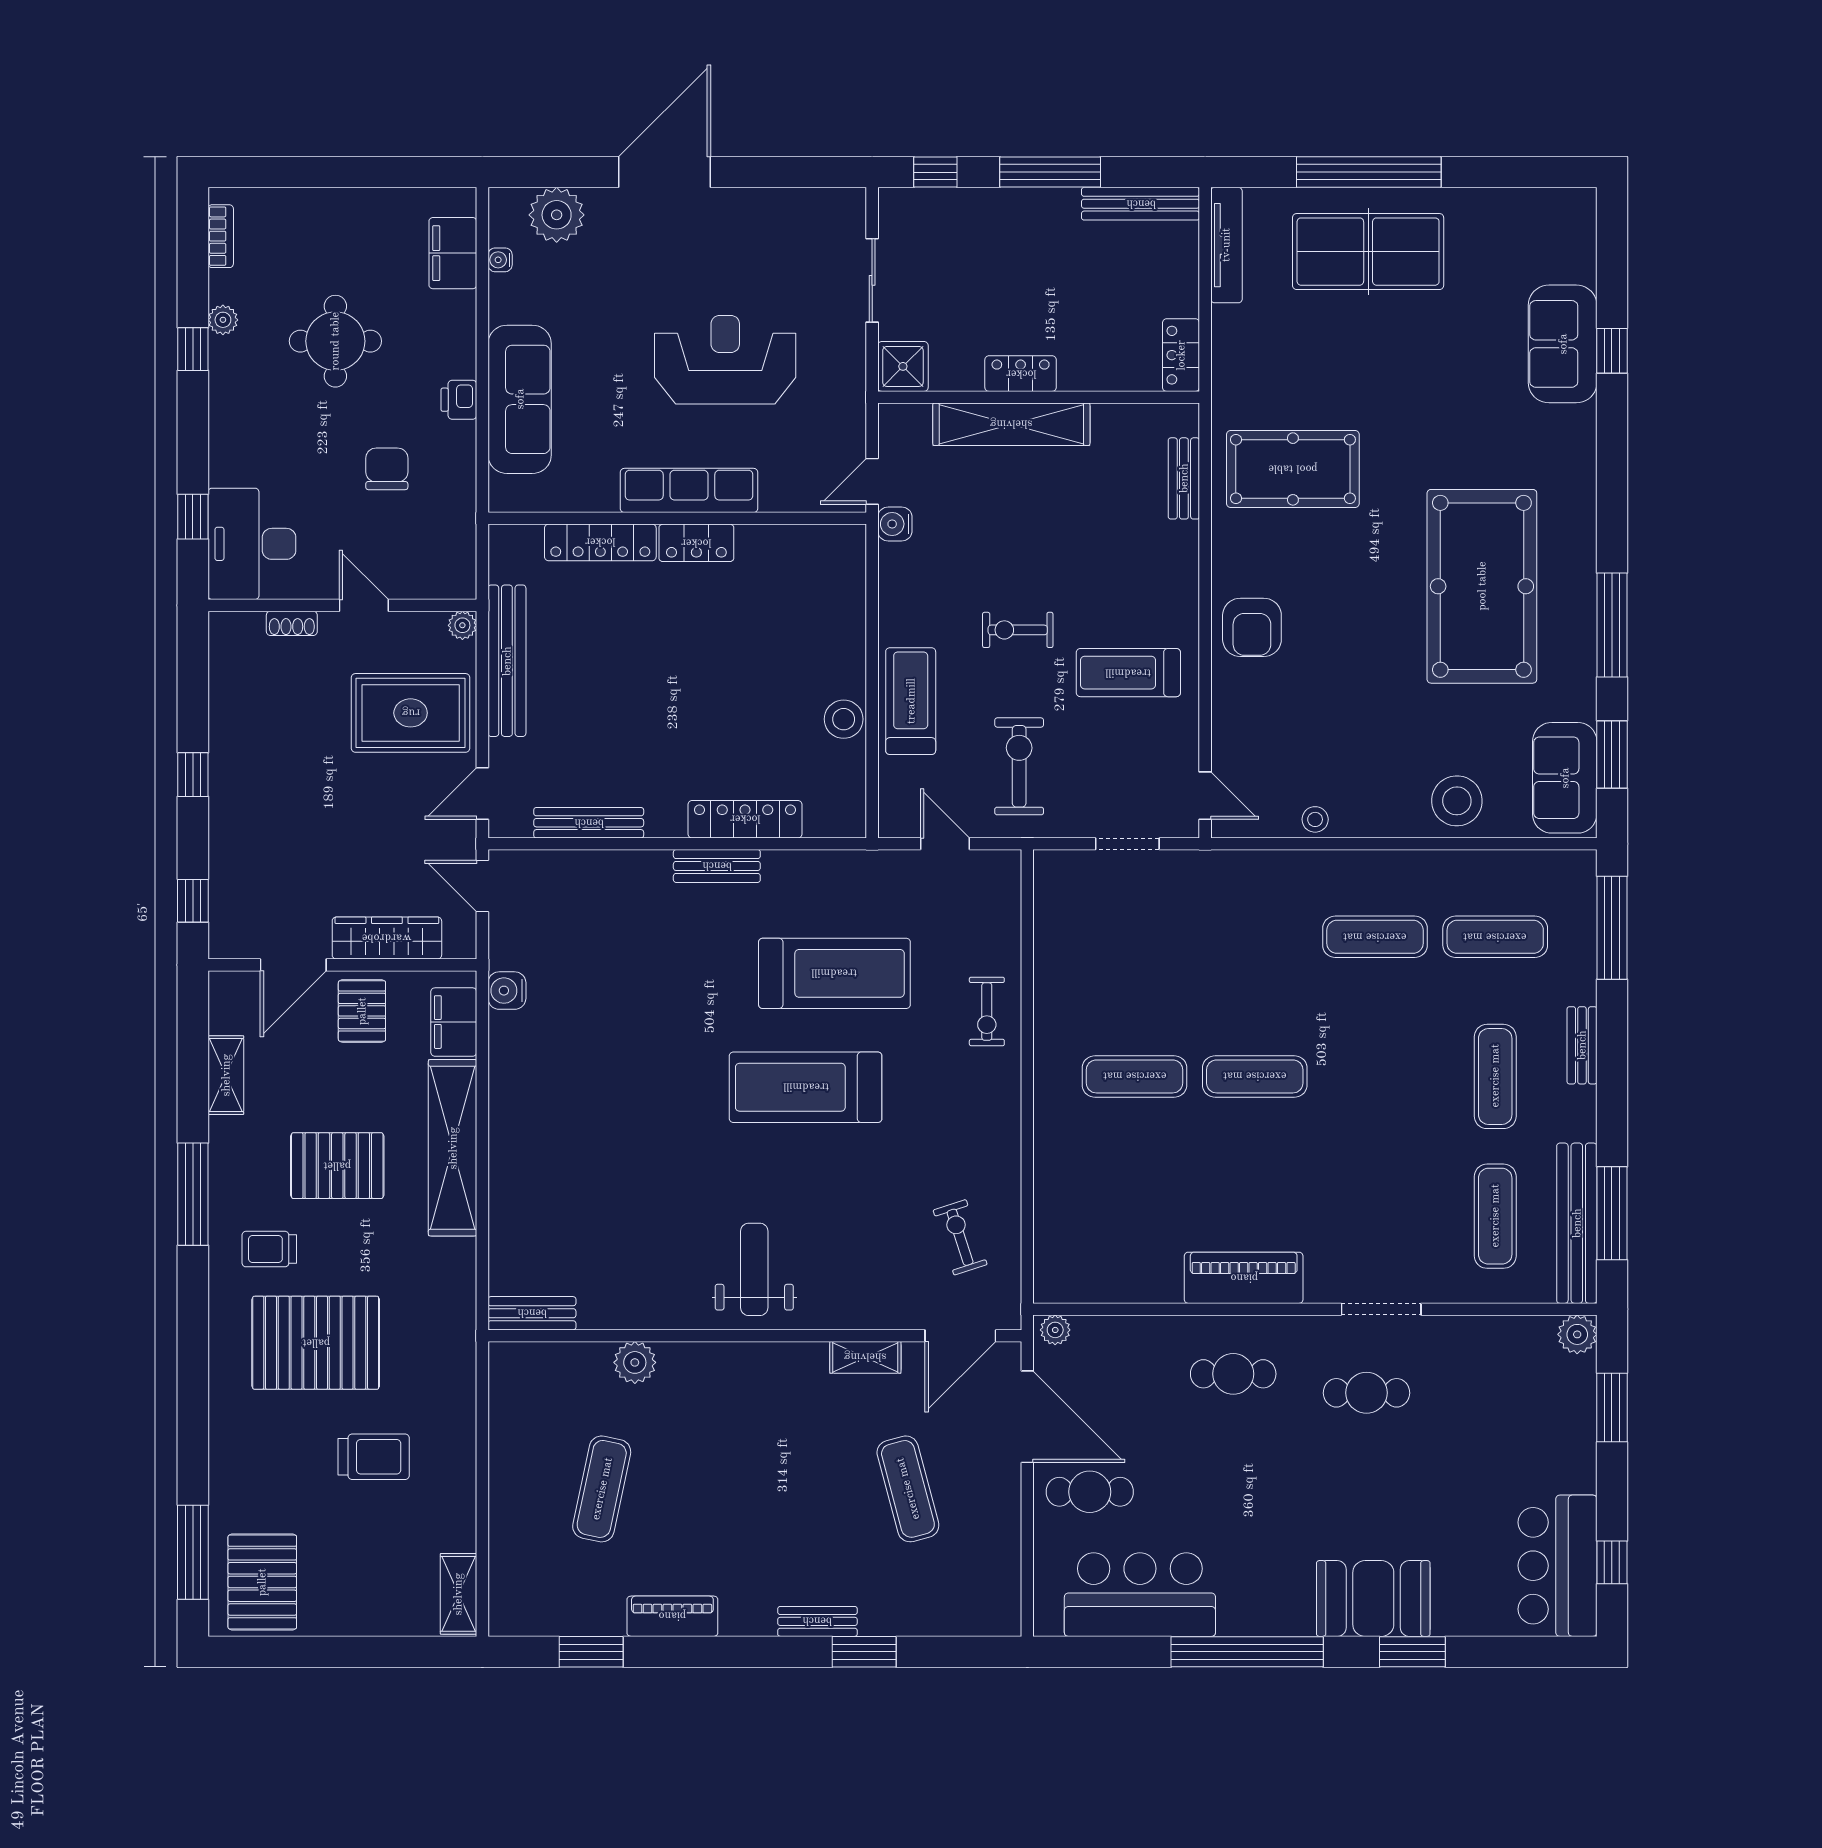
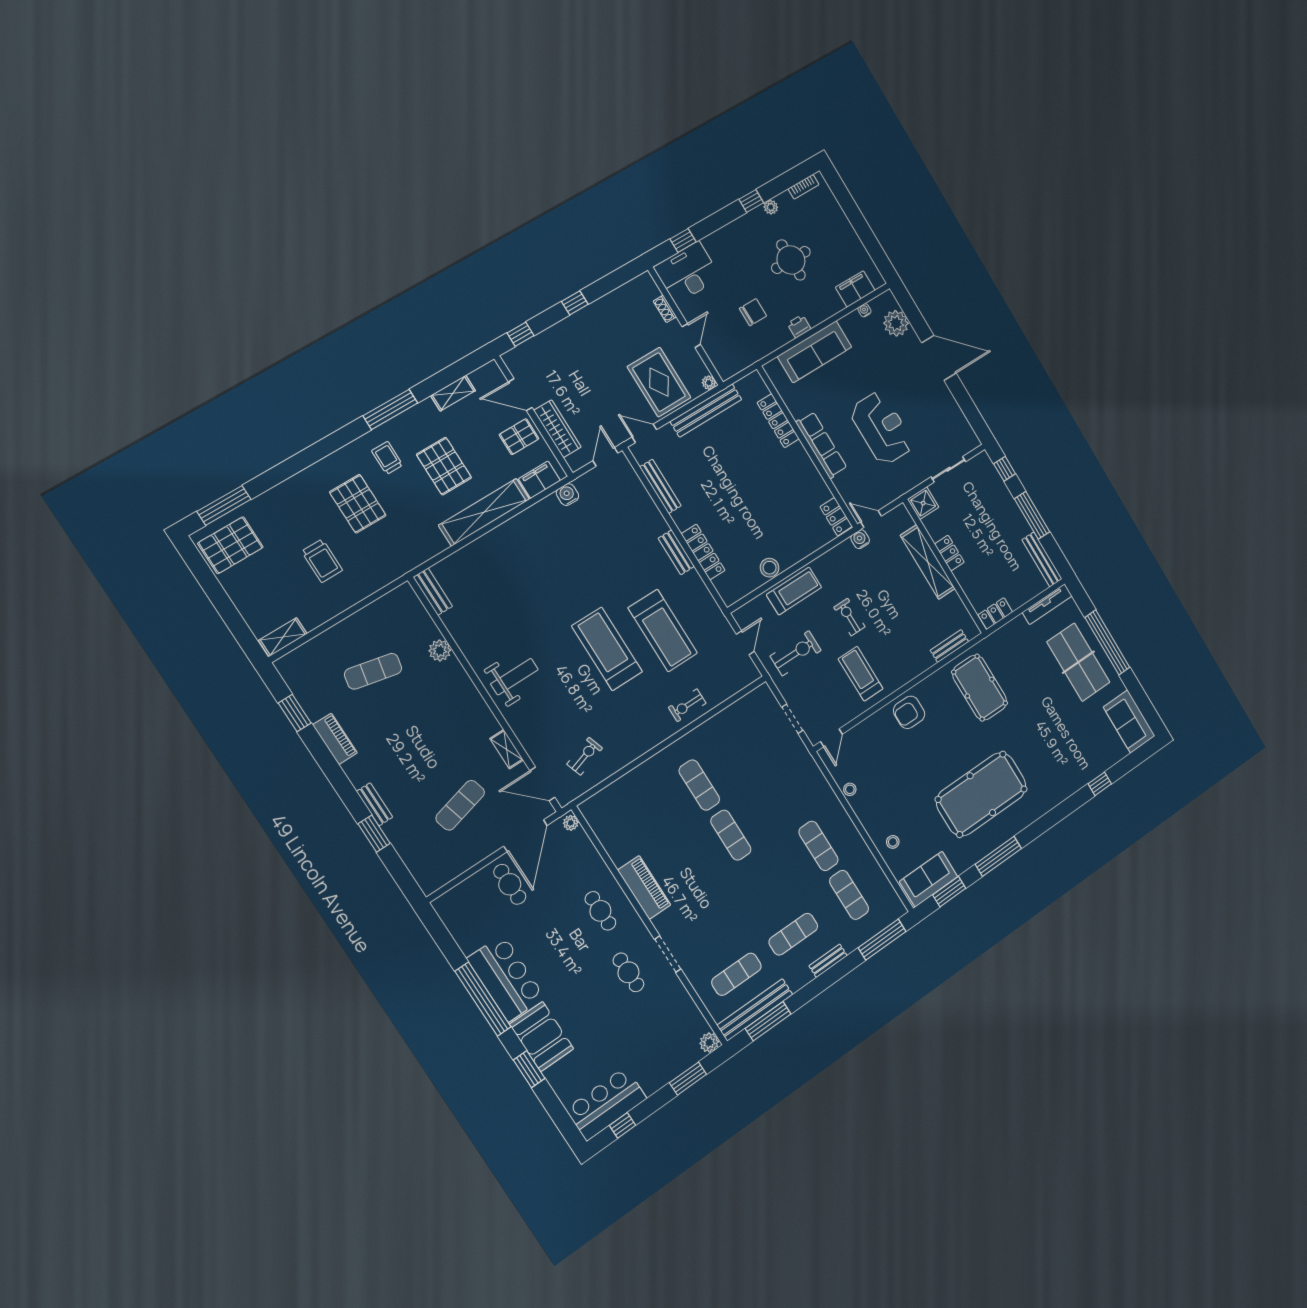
sofa: (1563, 344) -> (1129, 721), moved, turned -90
locker: (696, 543) -> (836, 517), moved
stool: (1457, 801) -> (893, 842), width x0.53, depth x0.53
pallet: (316, 1343) -> (358, 504), width x0.73, depth x0.71
bar counter: (1140, 1595) -> (506, 978), moved

